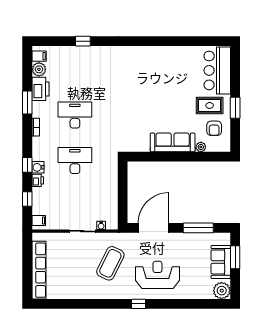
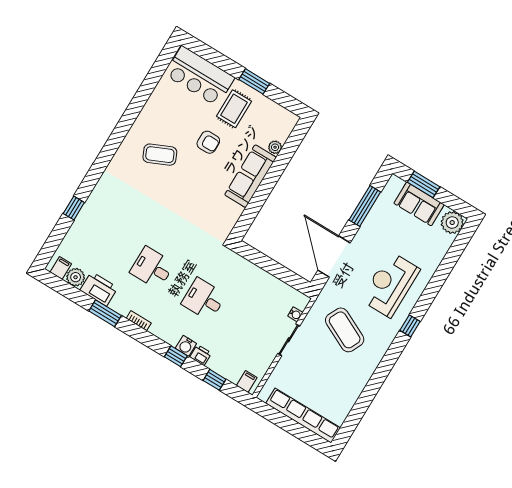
coffee table: (151, 76) -> (160, 155), added
desk: (75, 115) -> (152, 268), width x0.73
armchair: (214, 128) -> (208, 142), moved
desk: (75, 161) -> (204, 299), width x0.73

